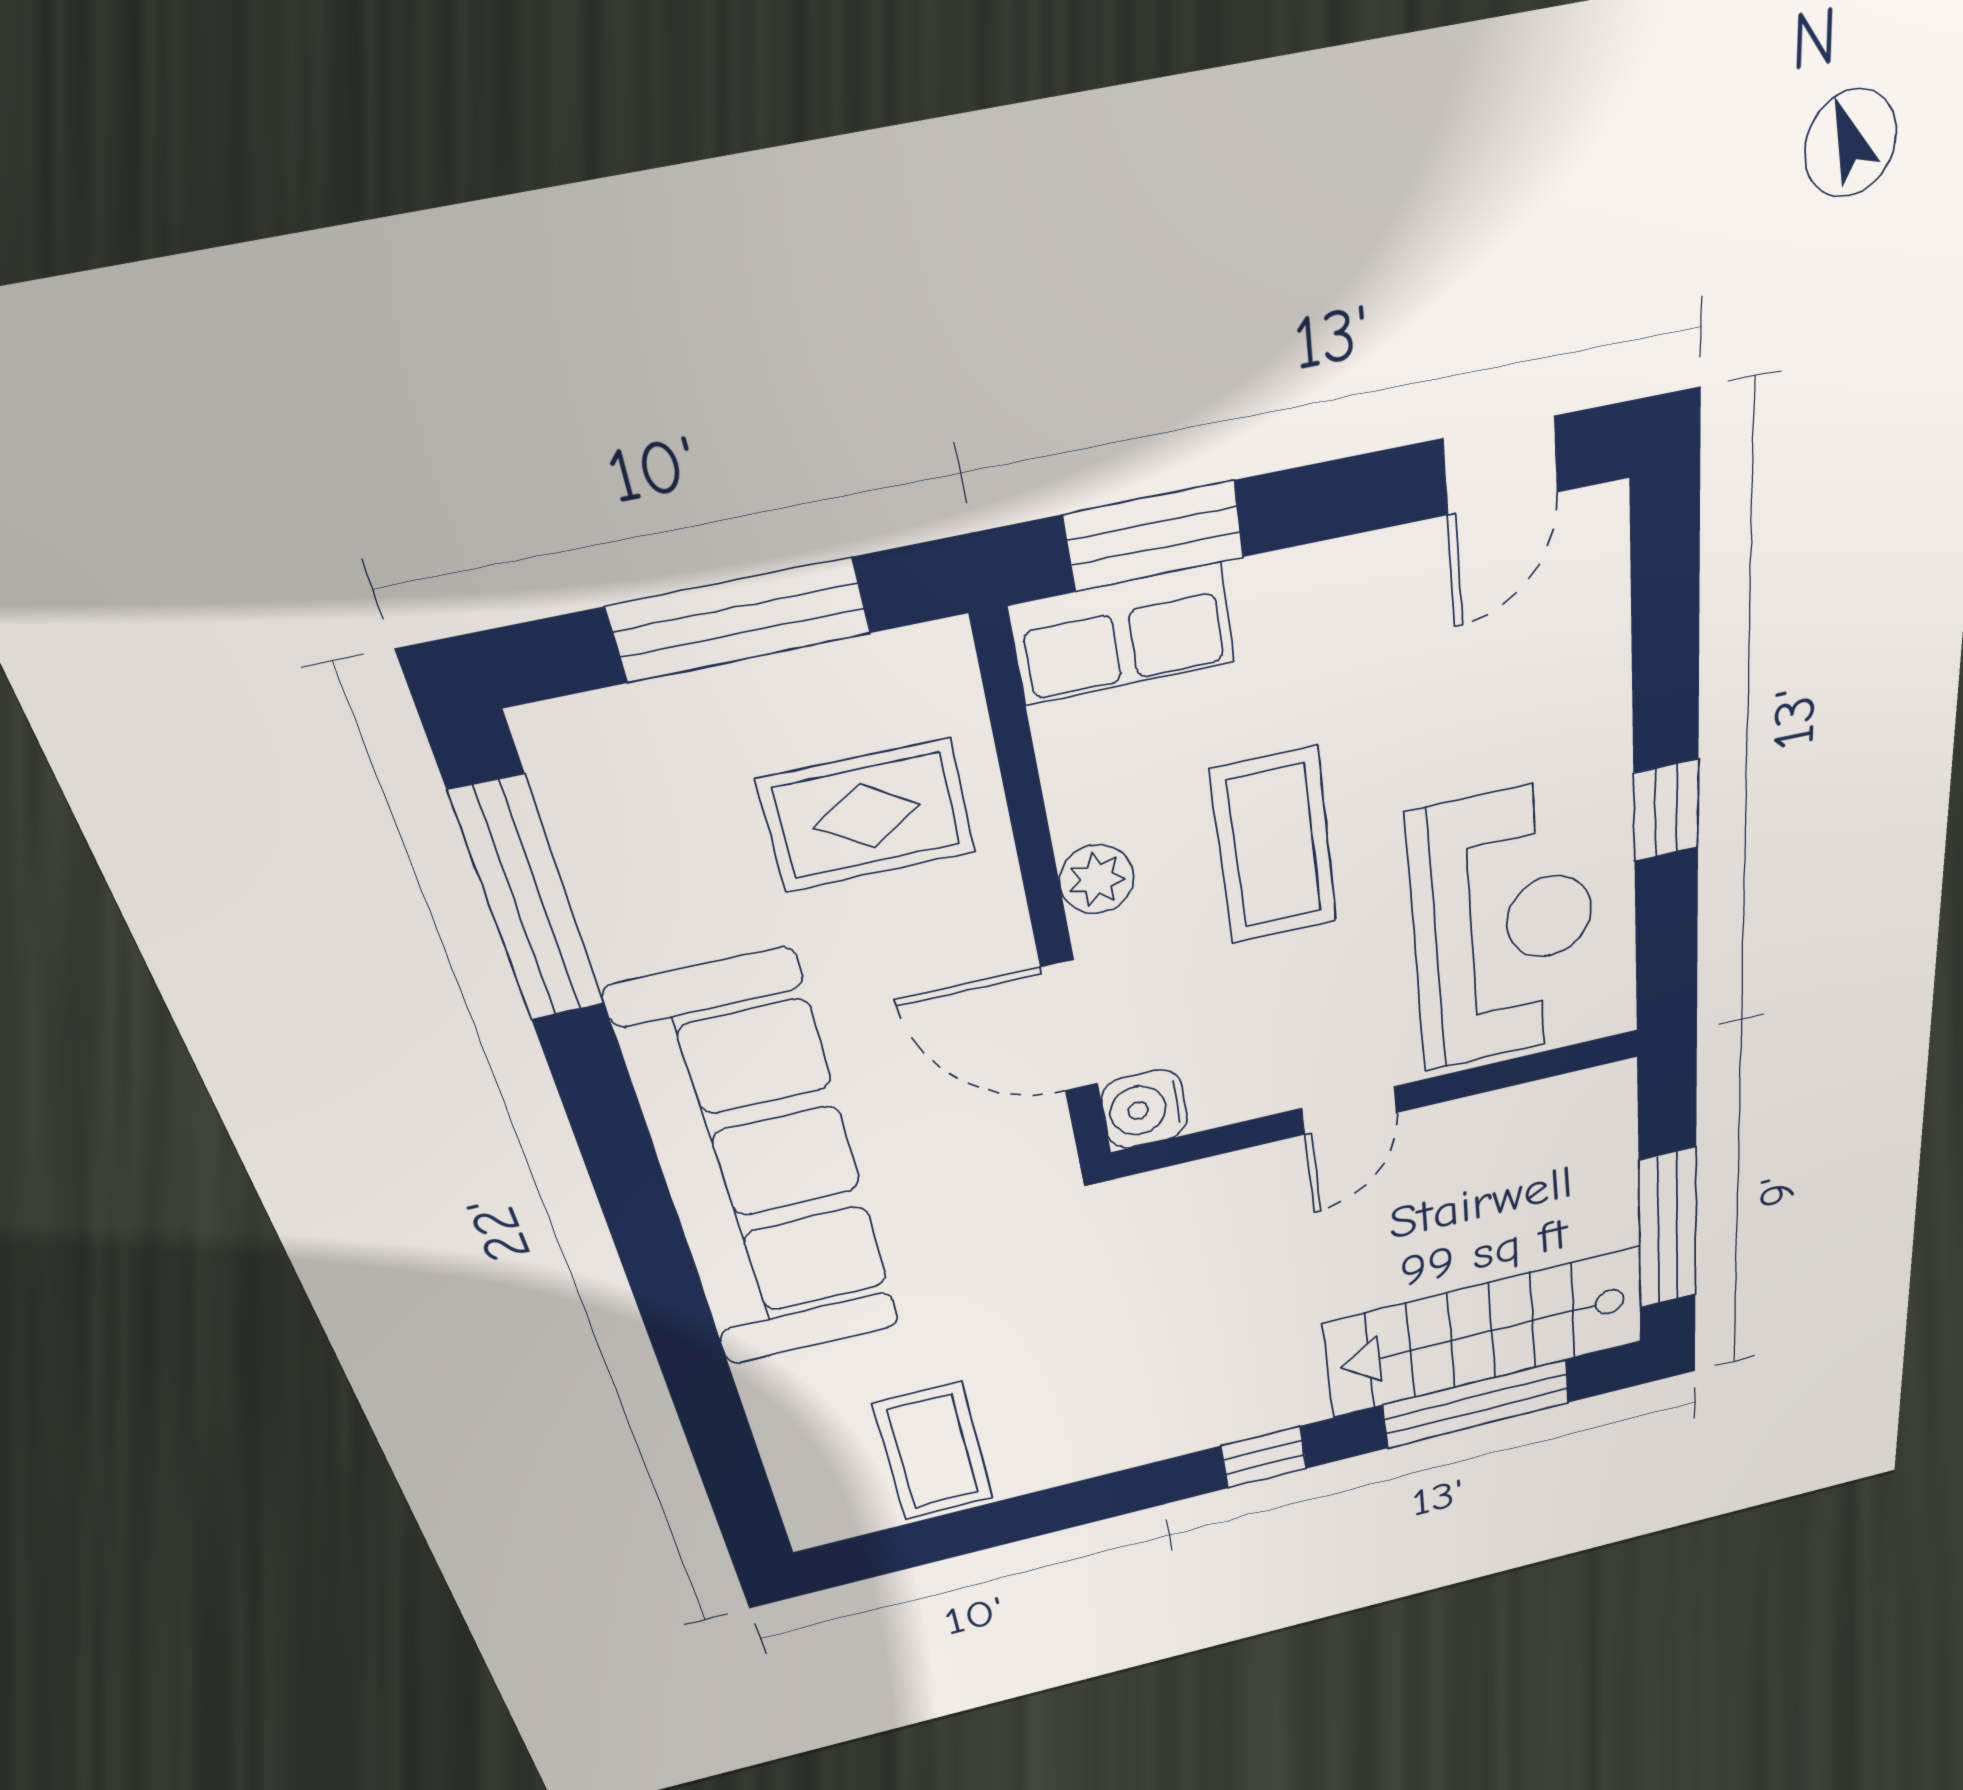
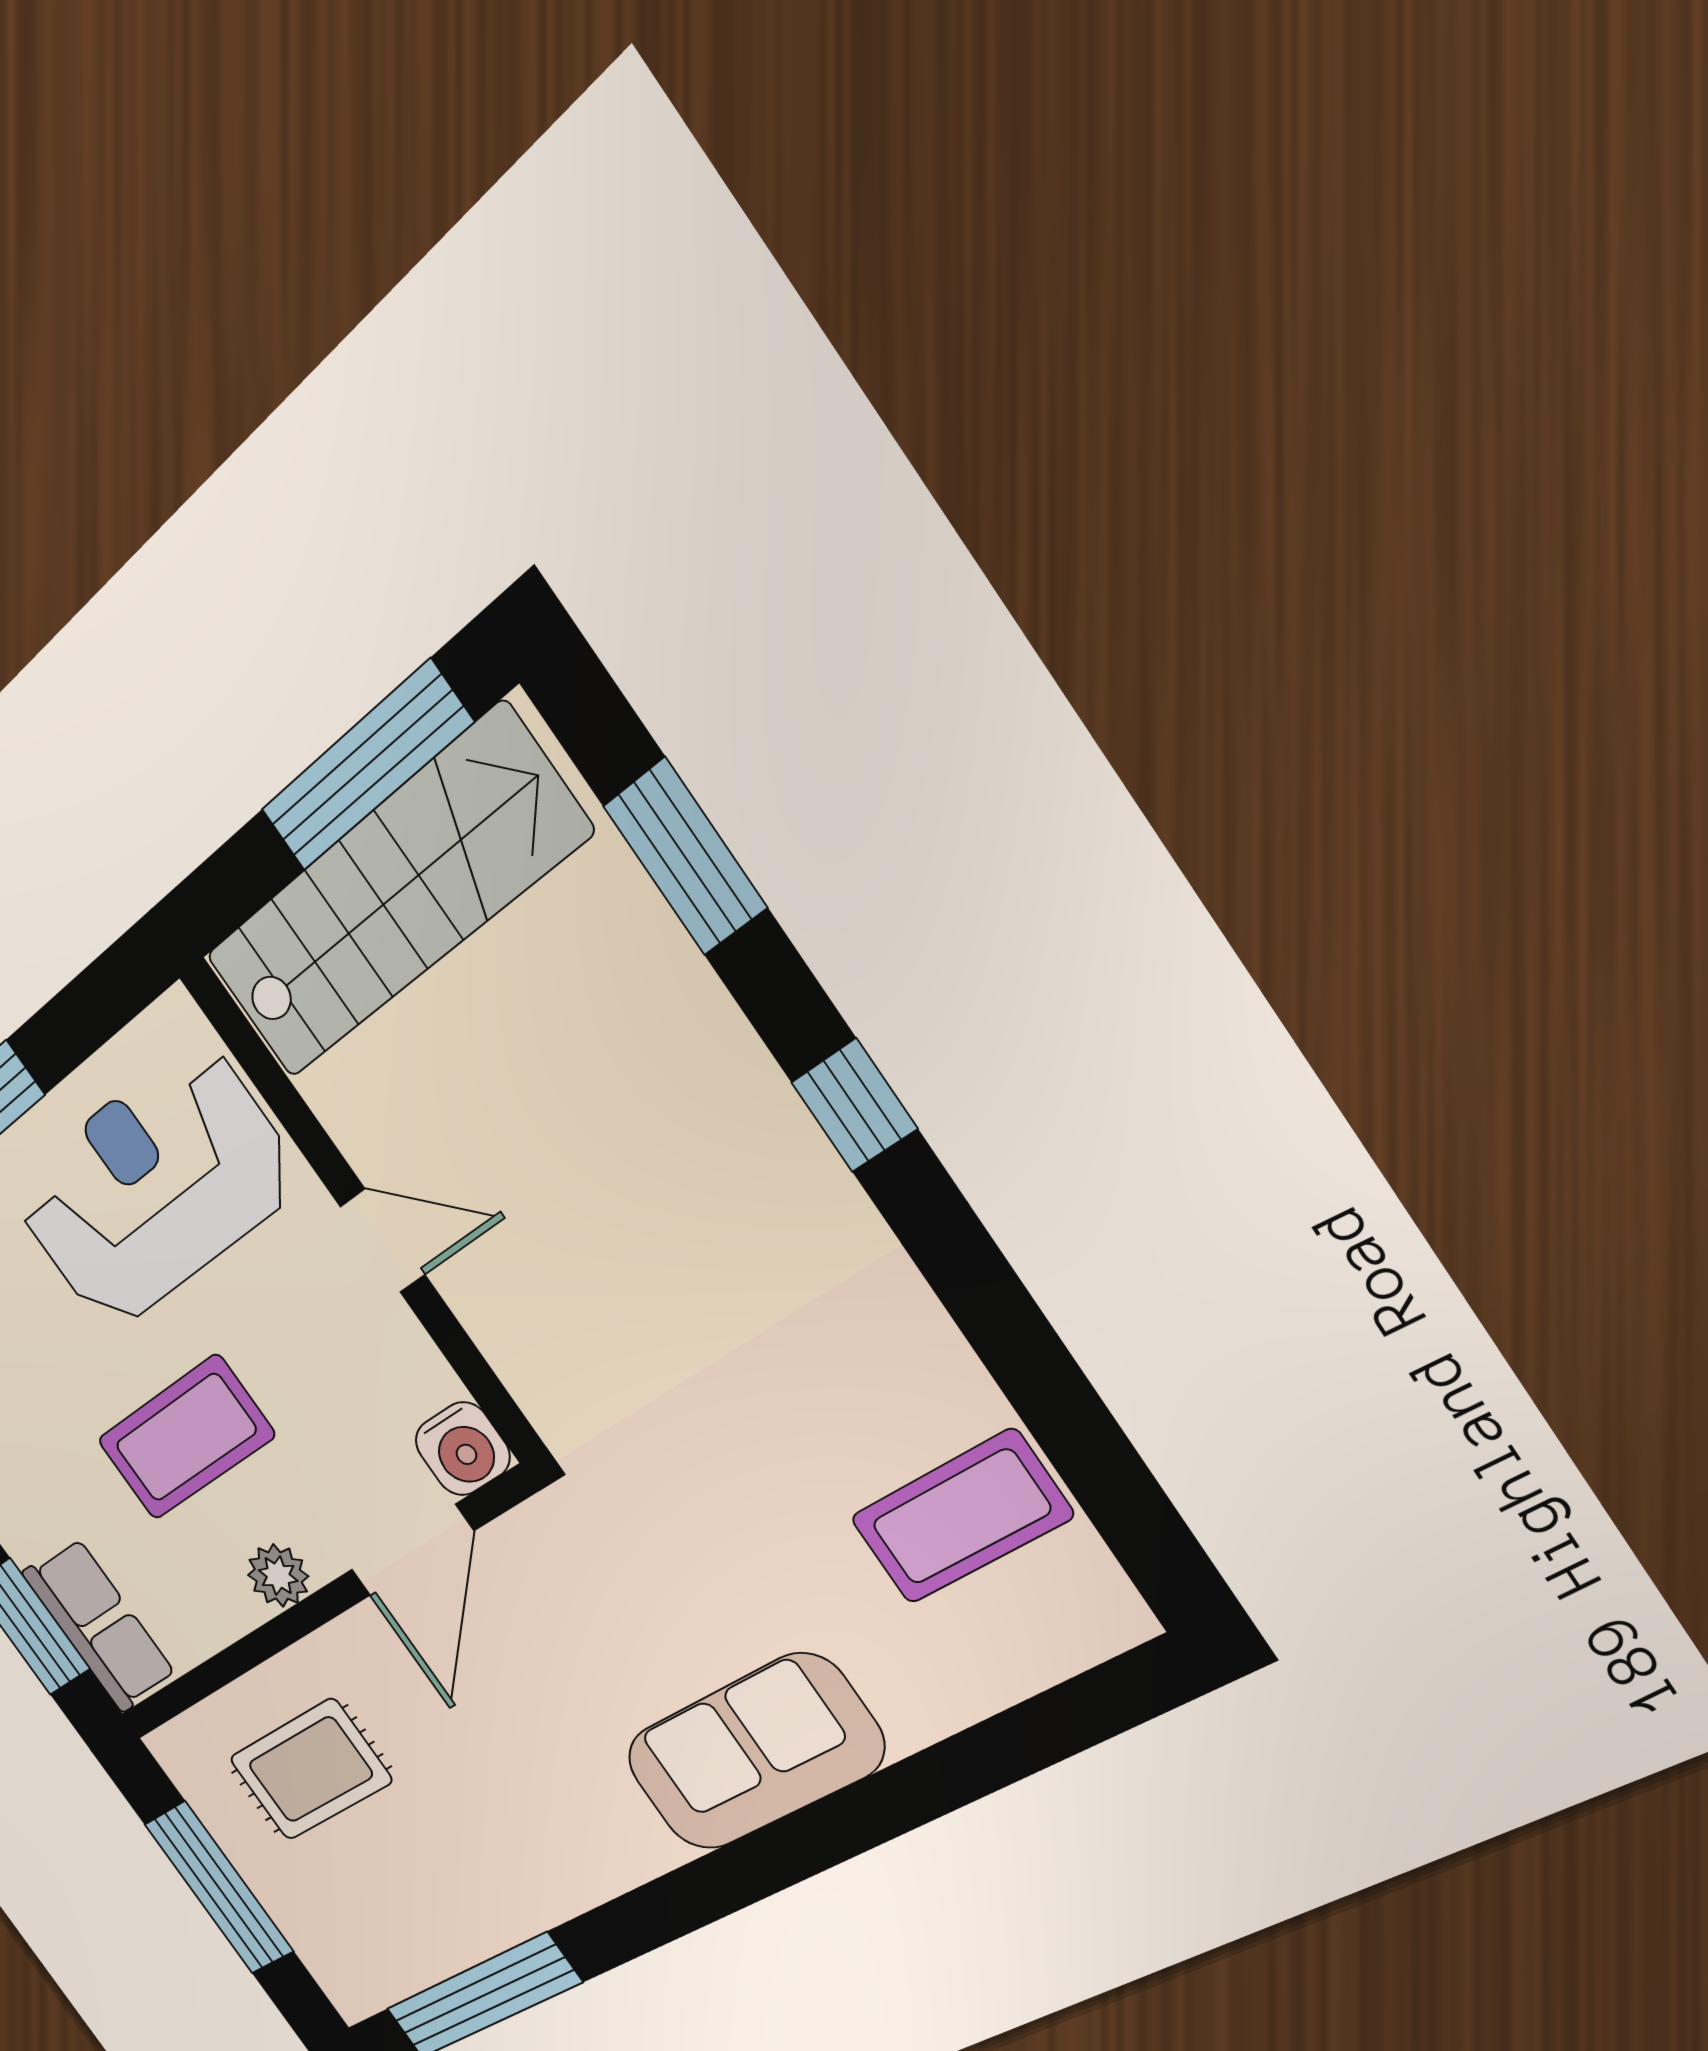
rug: (867, 816) -> (310, 1770), turned 90
sofa: (759, 1167) -> (754, 1753), width x0.54, depth x0.79
stairs: (1486, 1332) -> (393, 896), moved, turned -90
window: (1477, 1404) -> (685, 857), width x0.69

